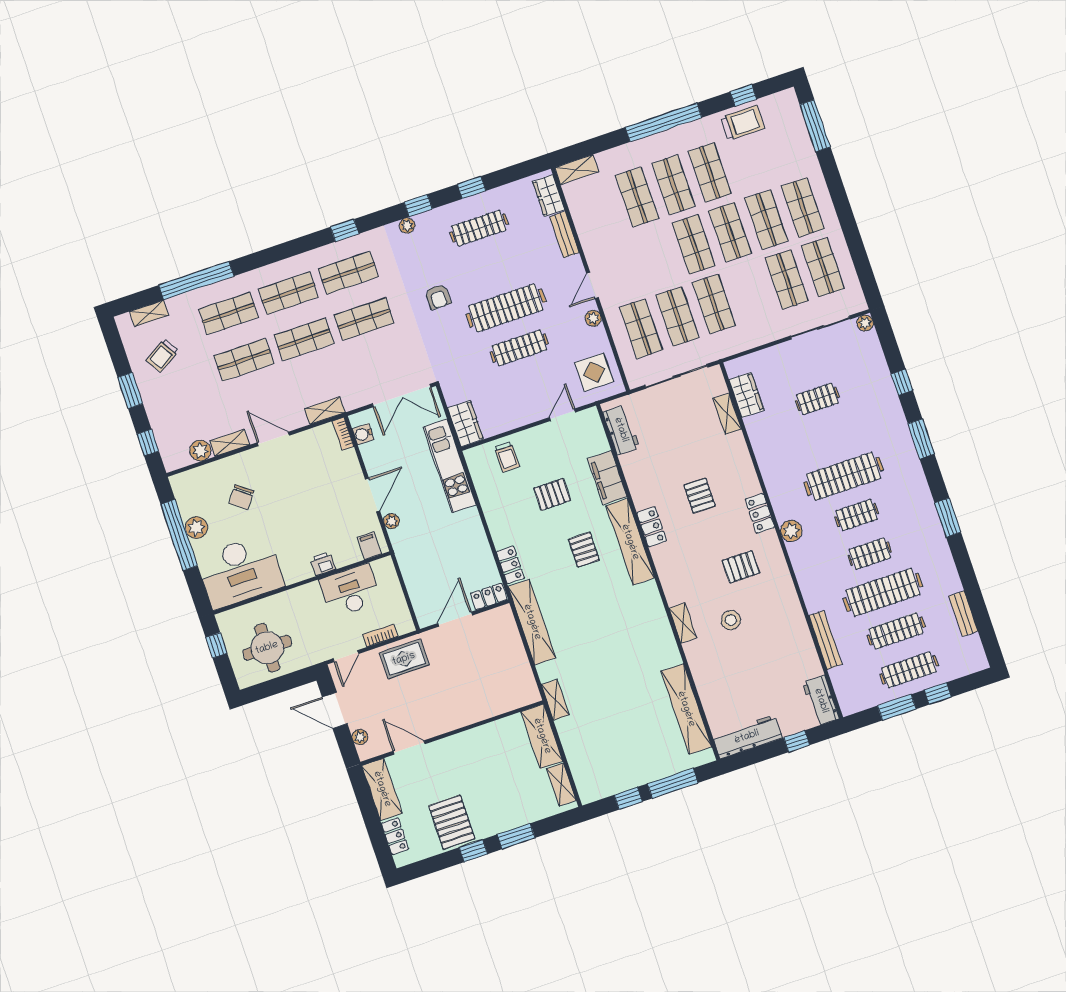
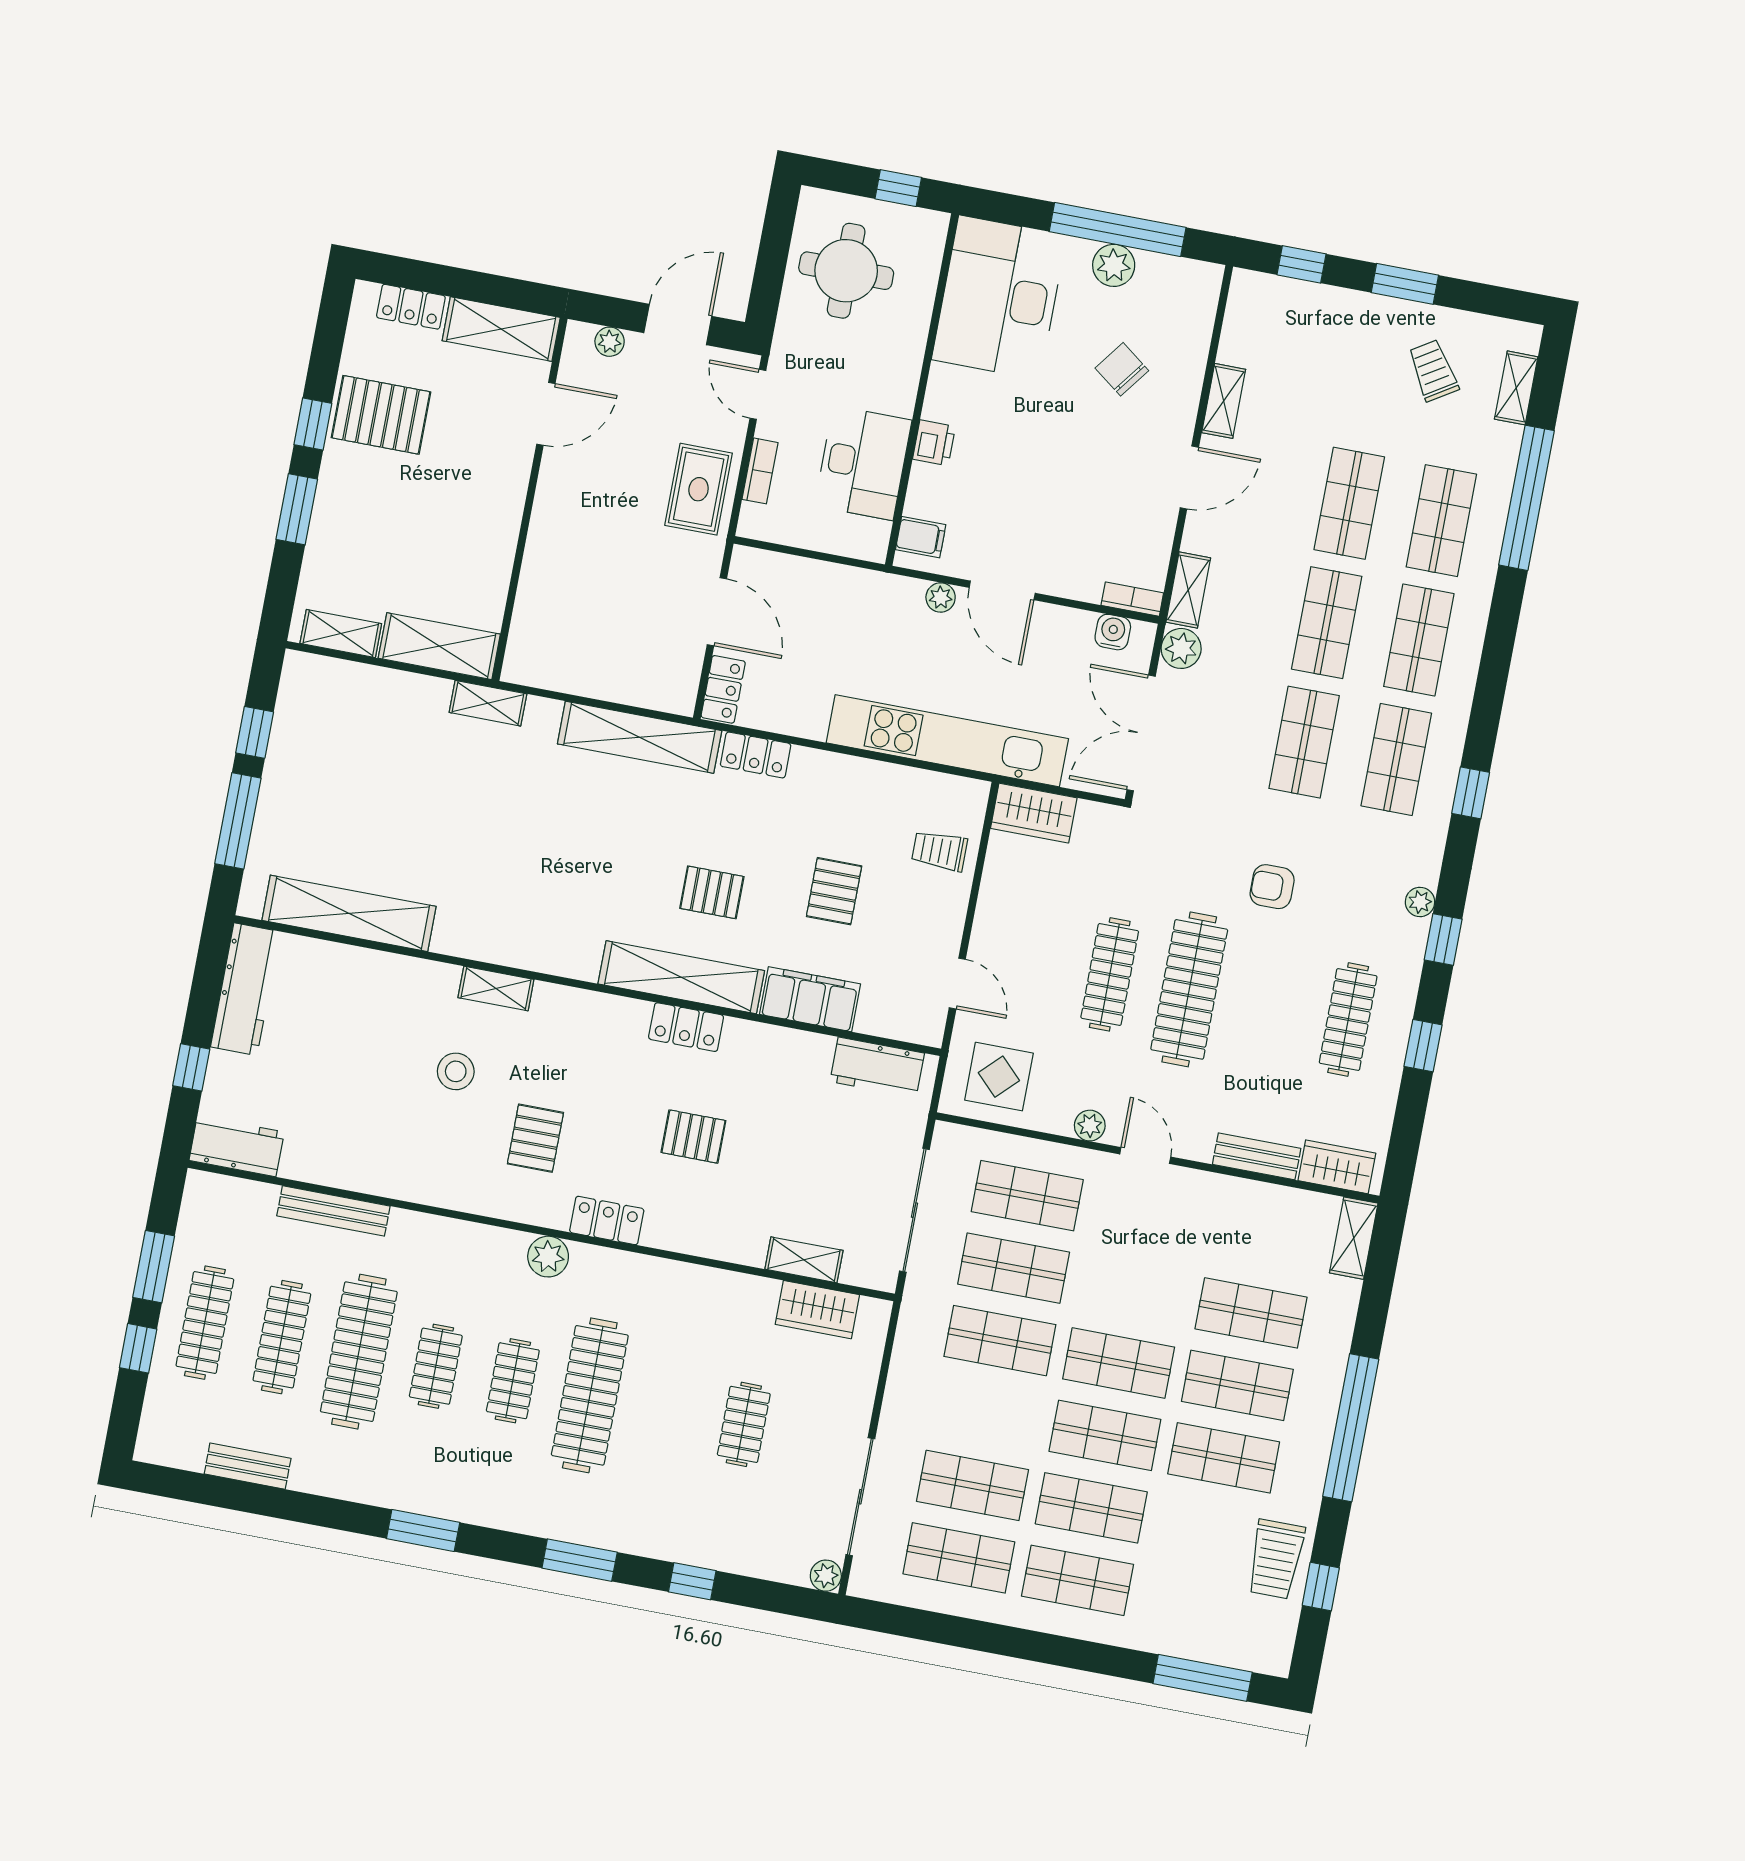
plant: (200, 451) -> (1181, 648), moved
kitchen unit: (449, 466) -> (947, 741), width x1.36

